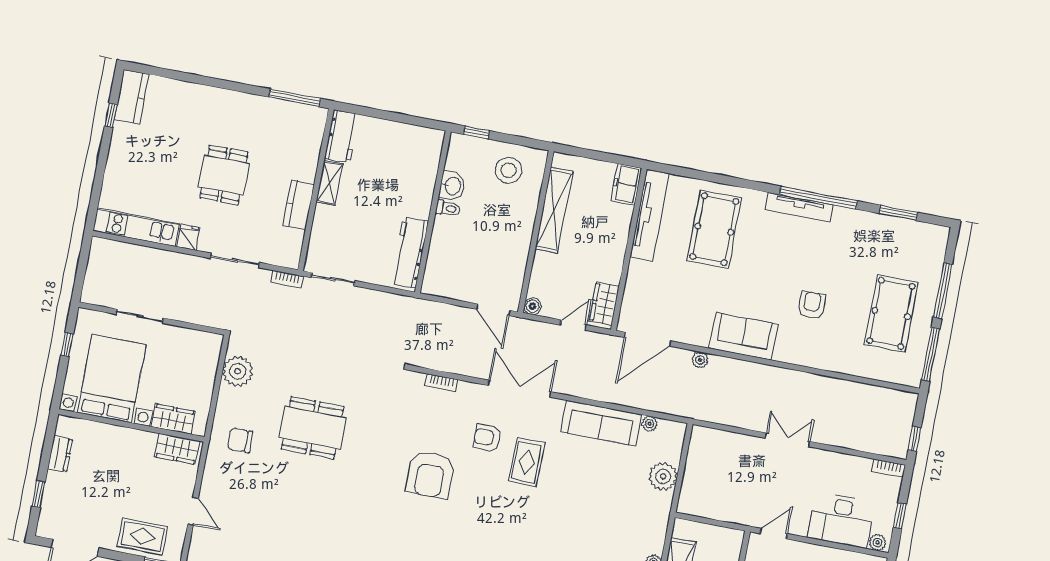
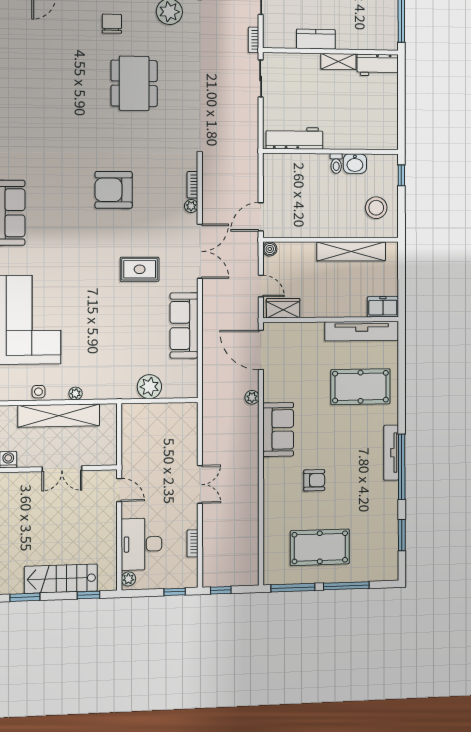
plant: (649, 424) -> (191, 206), moved
armchair: (487, 438) -> (154, 232), removed
bookcase: (889, 468) -> (193, 543), moved
window: (900, 516) -> (175, 592), moved

